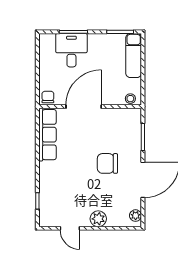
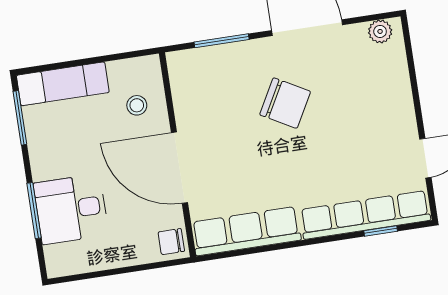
stool: (130, 99) -> (137, 105), moved
chair: (107, 163) -> (285, 103), turned -61
row of seats: (46, 194) -> (365, 215), added
plant: (98, 219) -> (398, 105), removed

